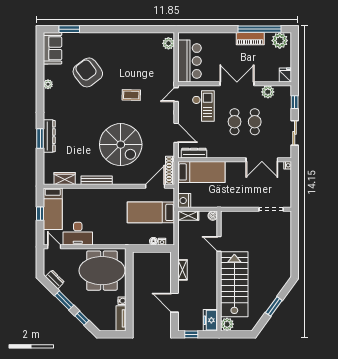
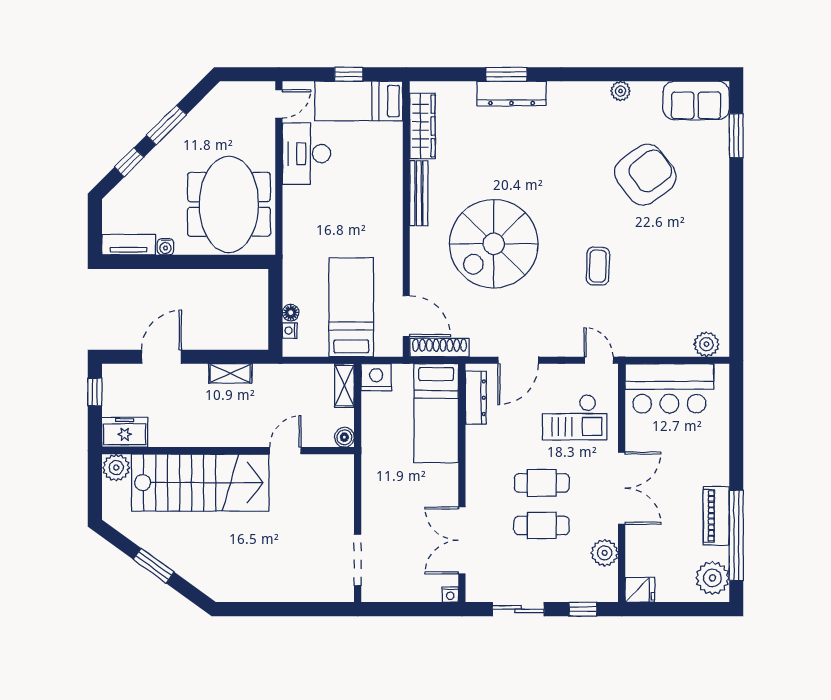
wardrobe: (65, 179) -> (422, 126), width x1.50
dresser: (55, 279) -> (210, 105), removed

